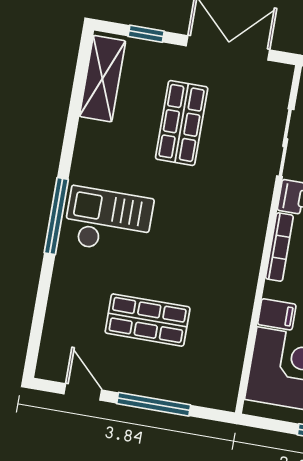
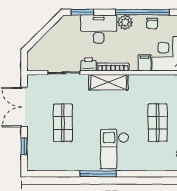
shelving: (102, 79) -> (108, 82), moved
shop shelf: (182, 123) -> (63, 123), turned 90
window: (56, 216) -> (98, 174), moved

